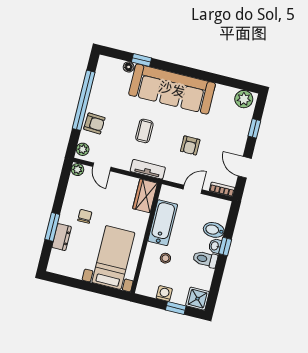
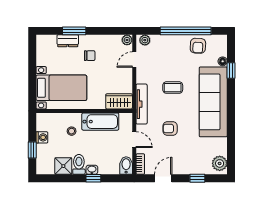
armchair: (94, 123) -> (198, 46), moved
tv unit: (148, 169) -> (142, 104), width x1.41
bidet: (214, 230) -> (126, 165), moved
shower: (197, 299) -> (63, 166), moved

